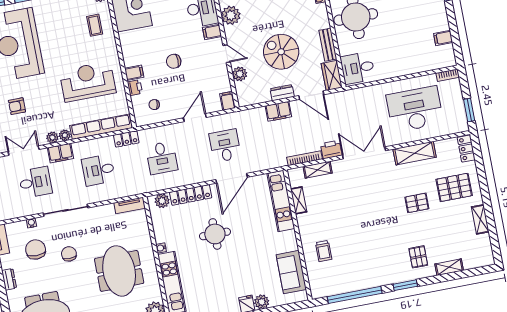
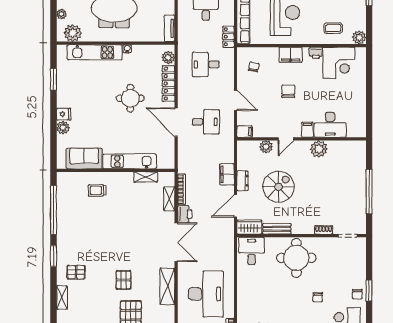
filing cabinet: (134, 73) -> (291, 55), width x2.00
printer: (135, 88) -> (316, 53), moved
kitchen unit: (281, 201) -> (130, 161), moved

